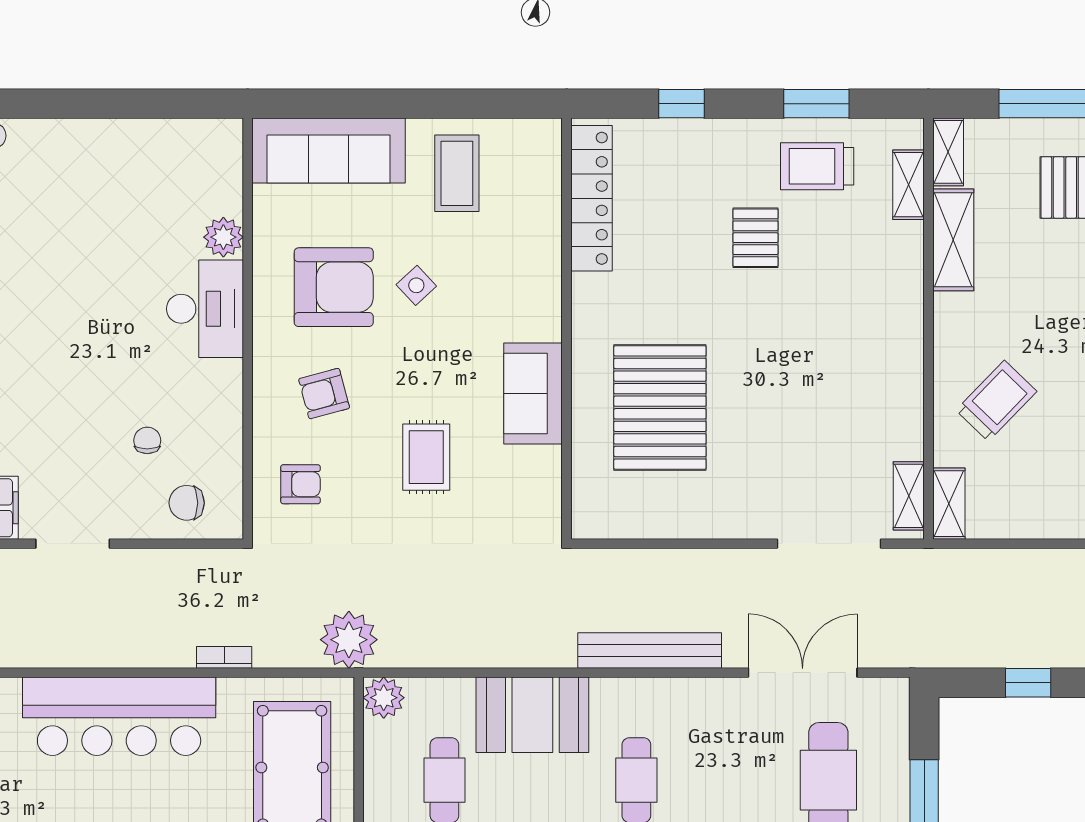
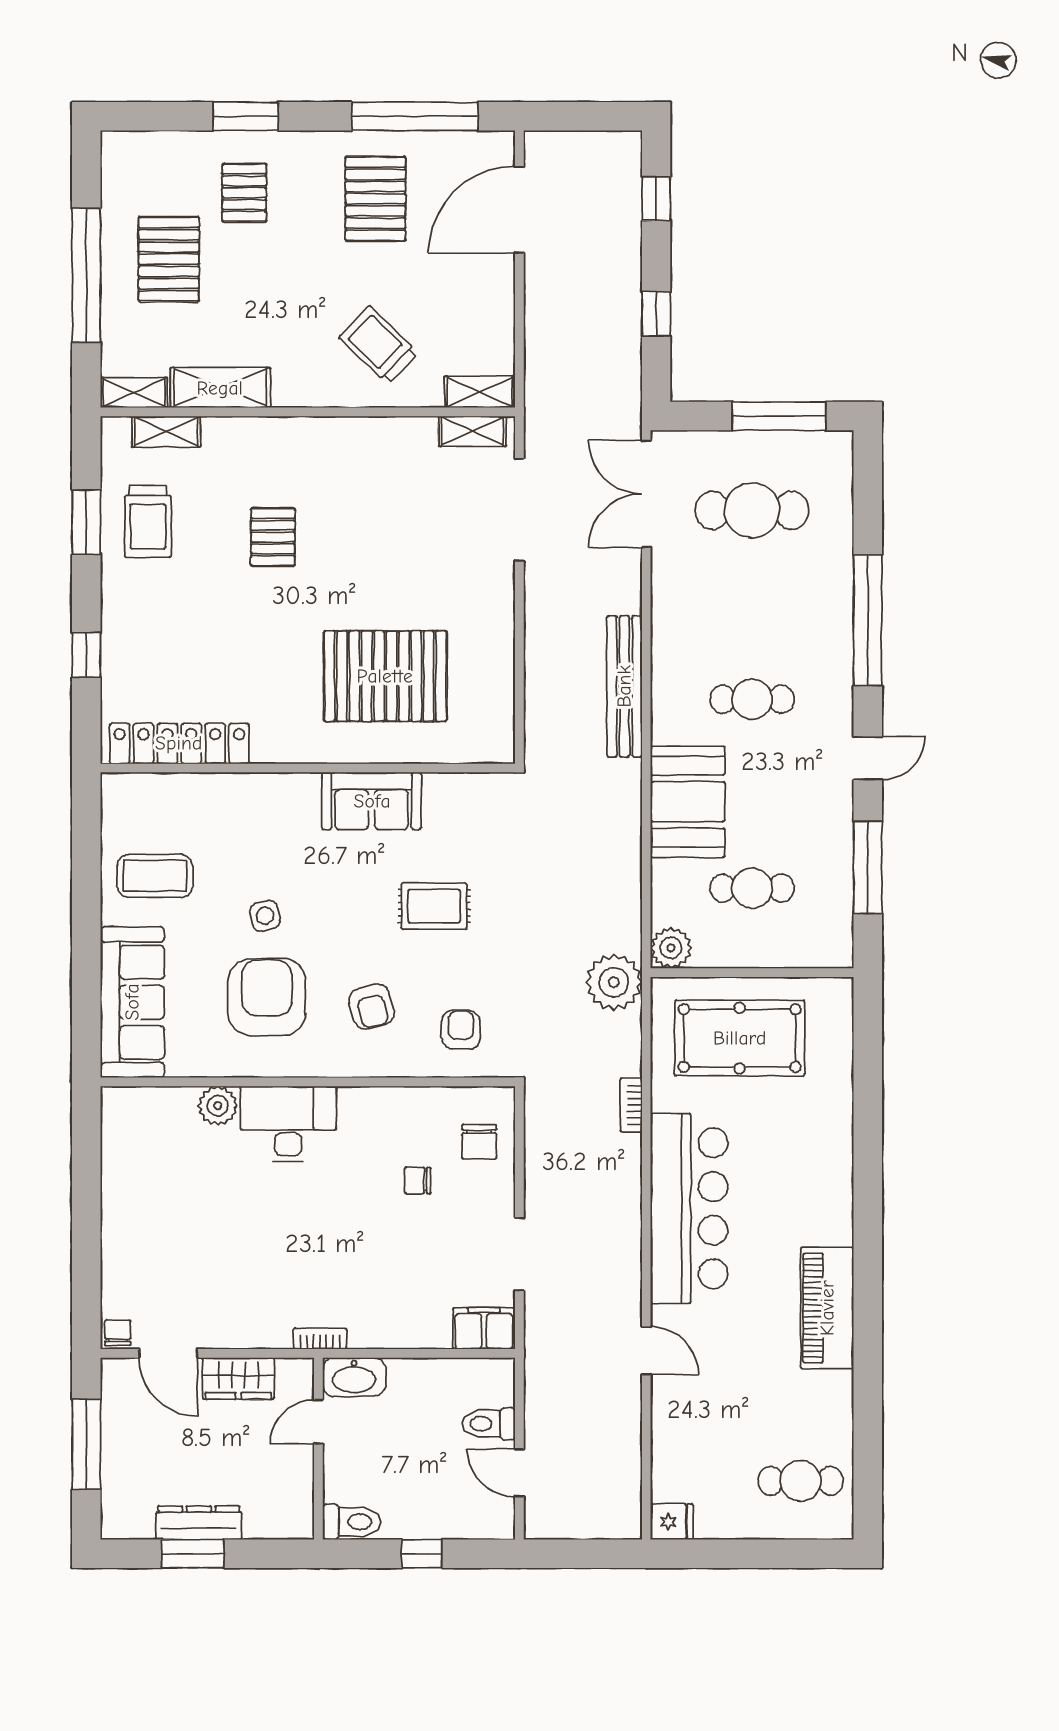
pallet: (755, 238) -> (273, 537), moved, turned 90
side table: (416, 285) -> (265, 916), turned 30
double door: (803, 673) -> (646, 494), moved

